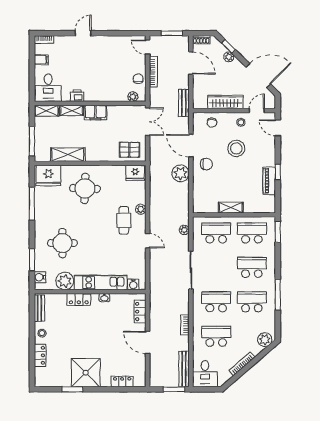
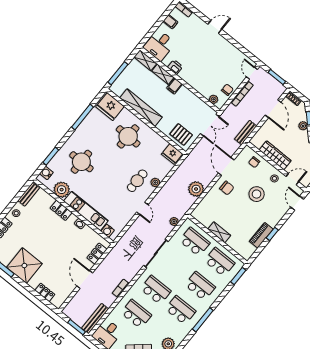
filing cabinet: (95, 113) -> (175, 86), width x0.50
shelving: (68, 155) -> (141, 108), width x1.47
plant: (181, 173) -> (196, 189), moved

